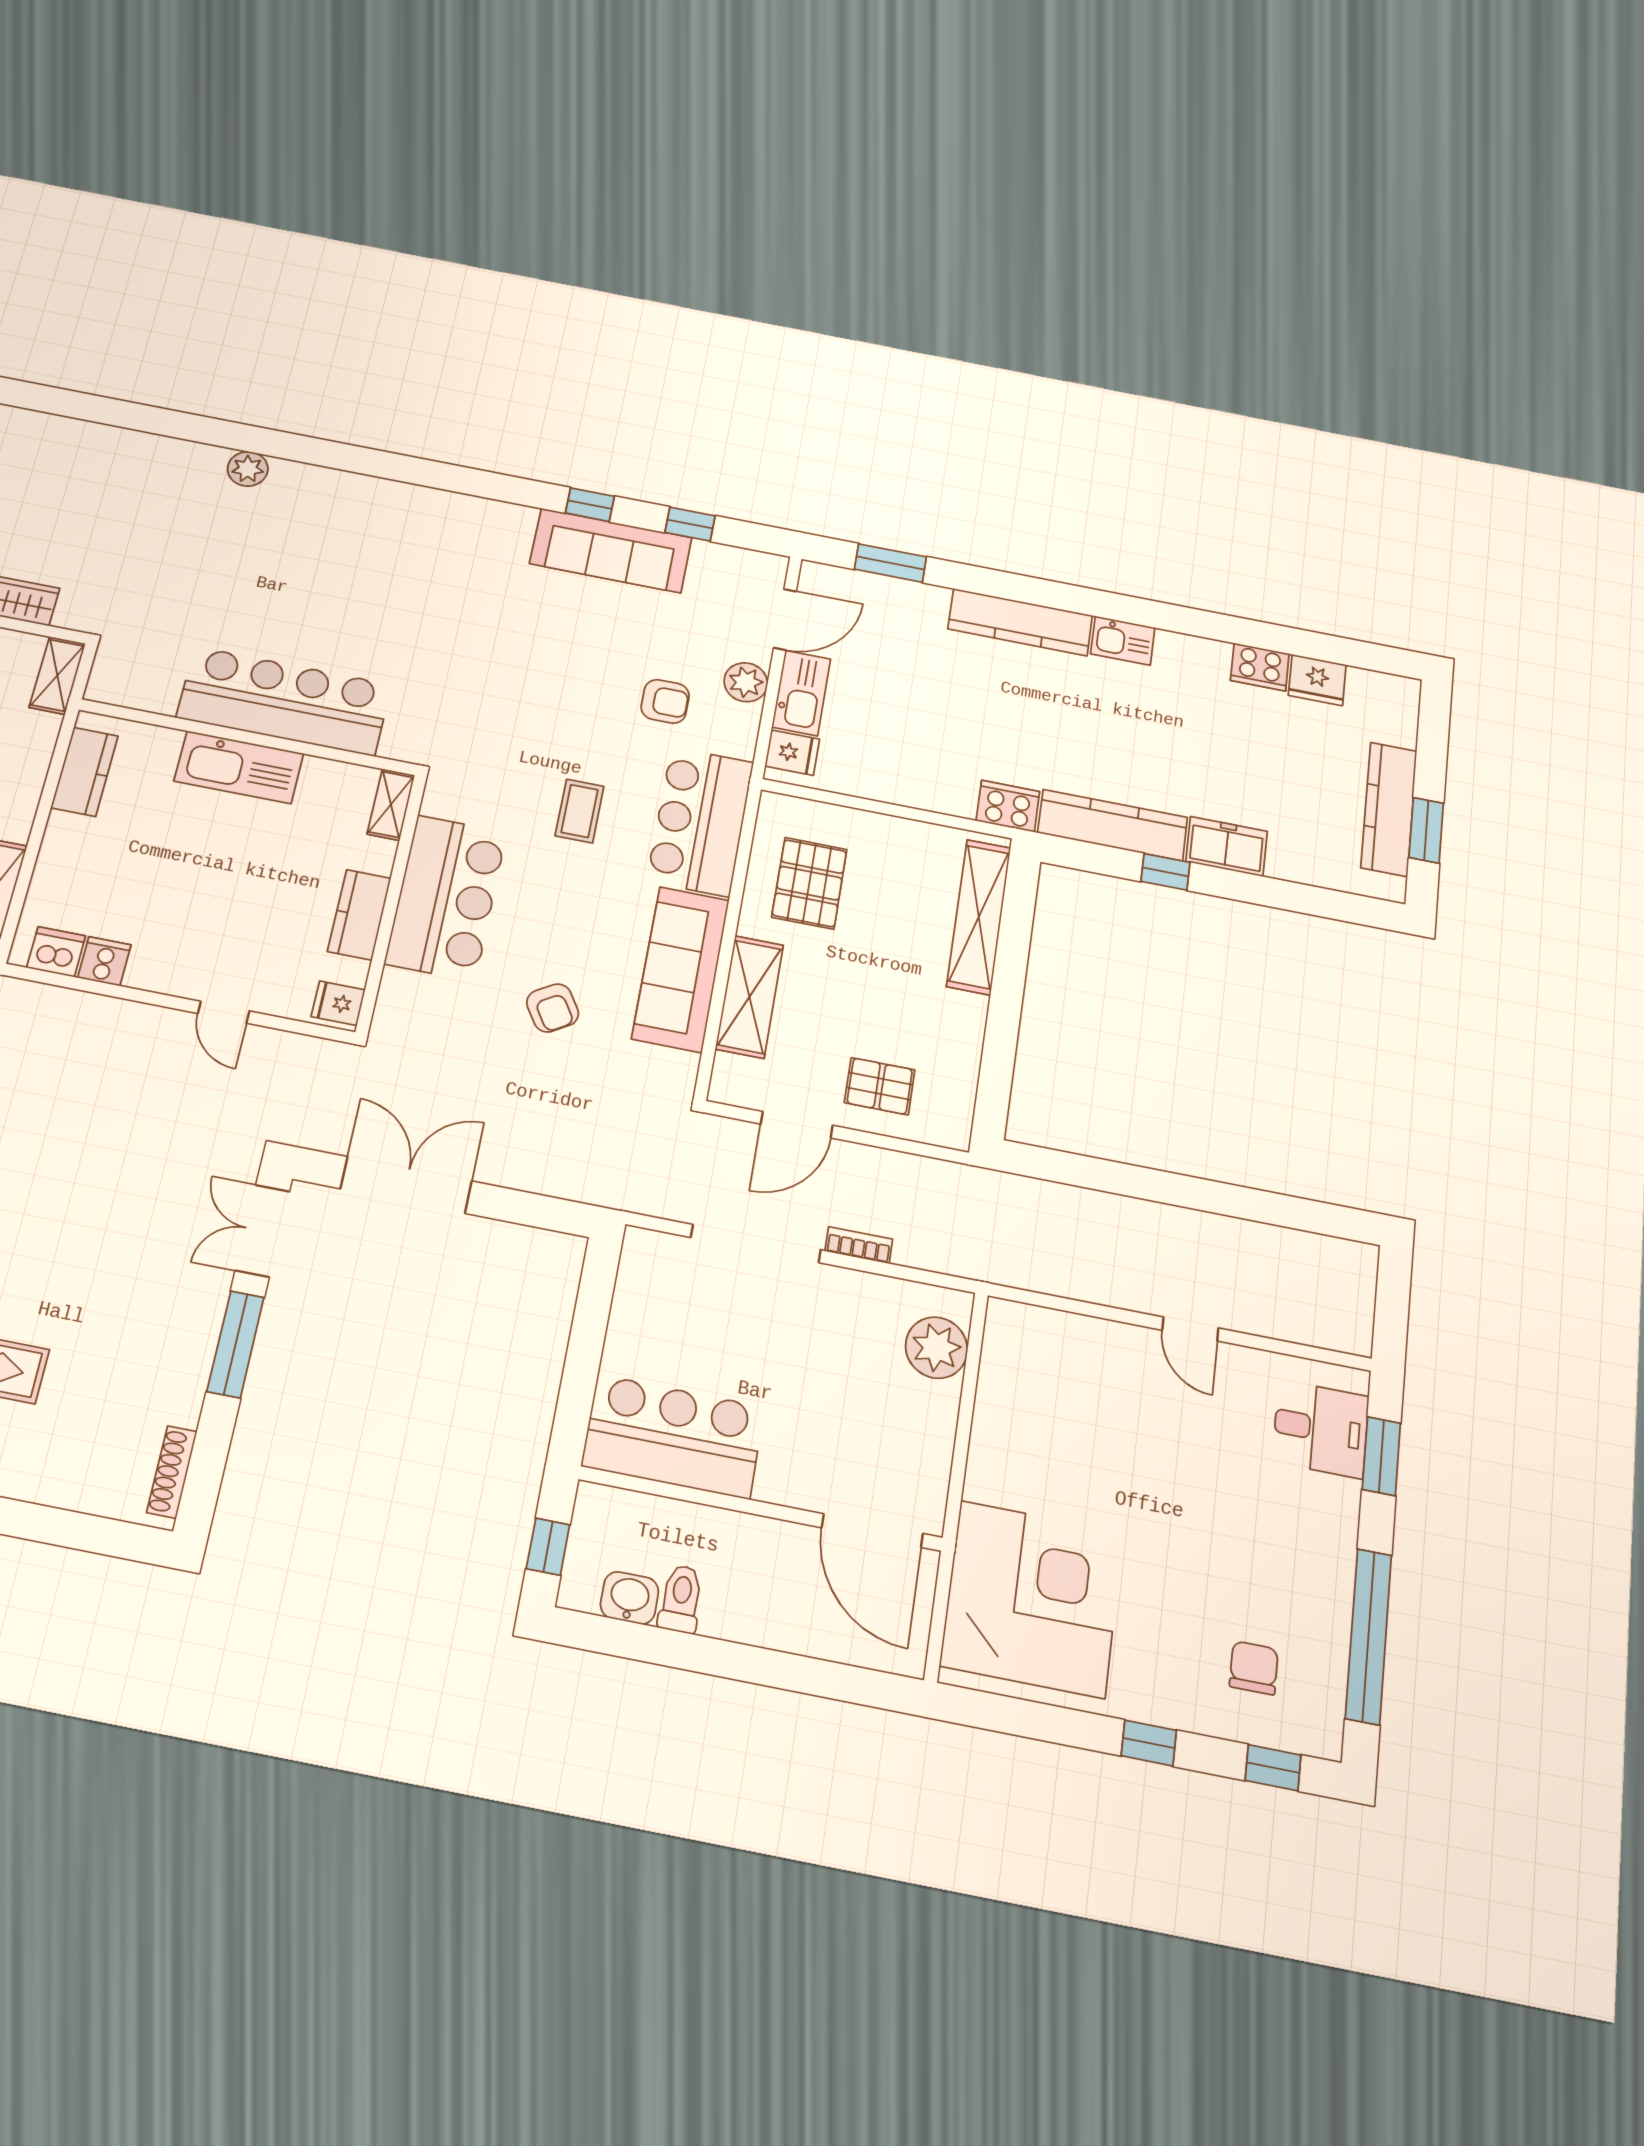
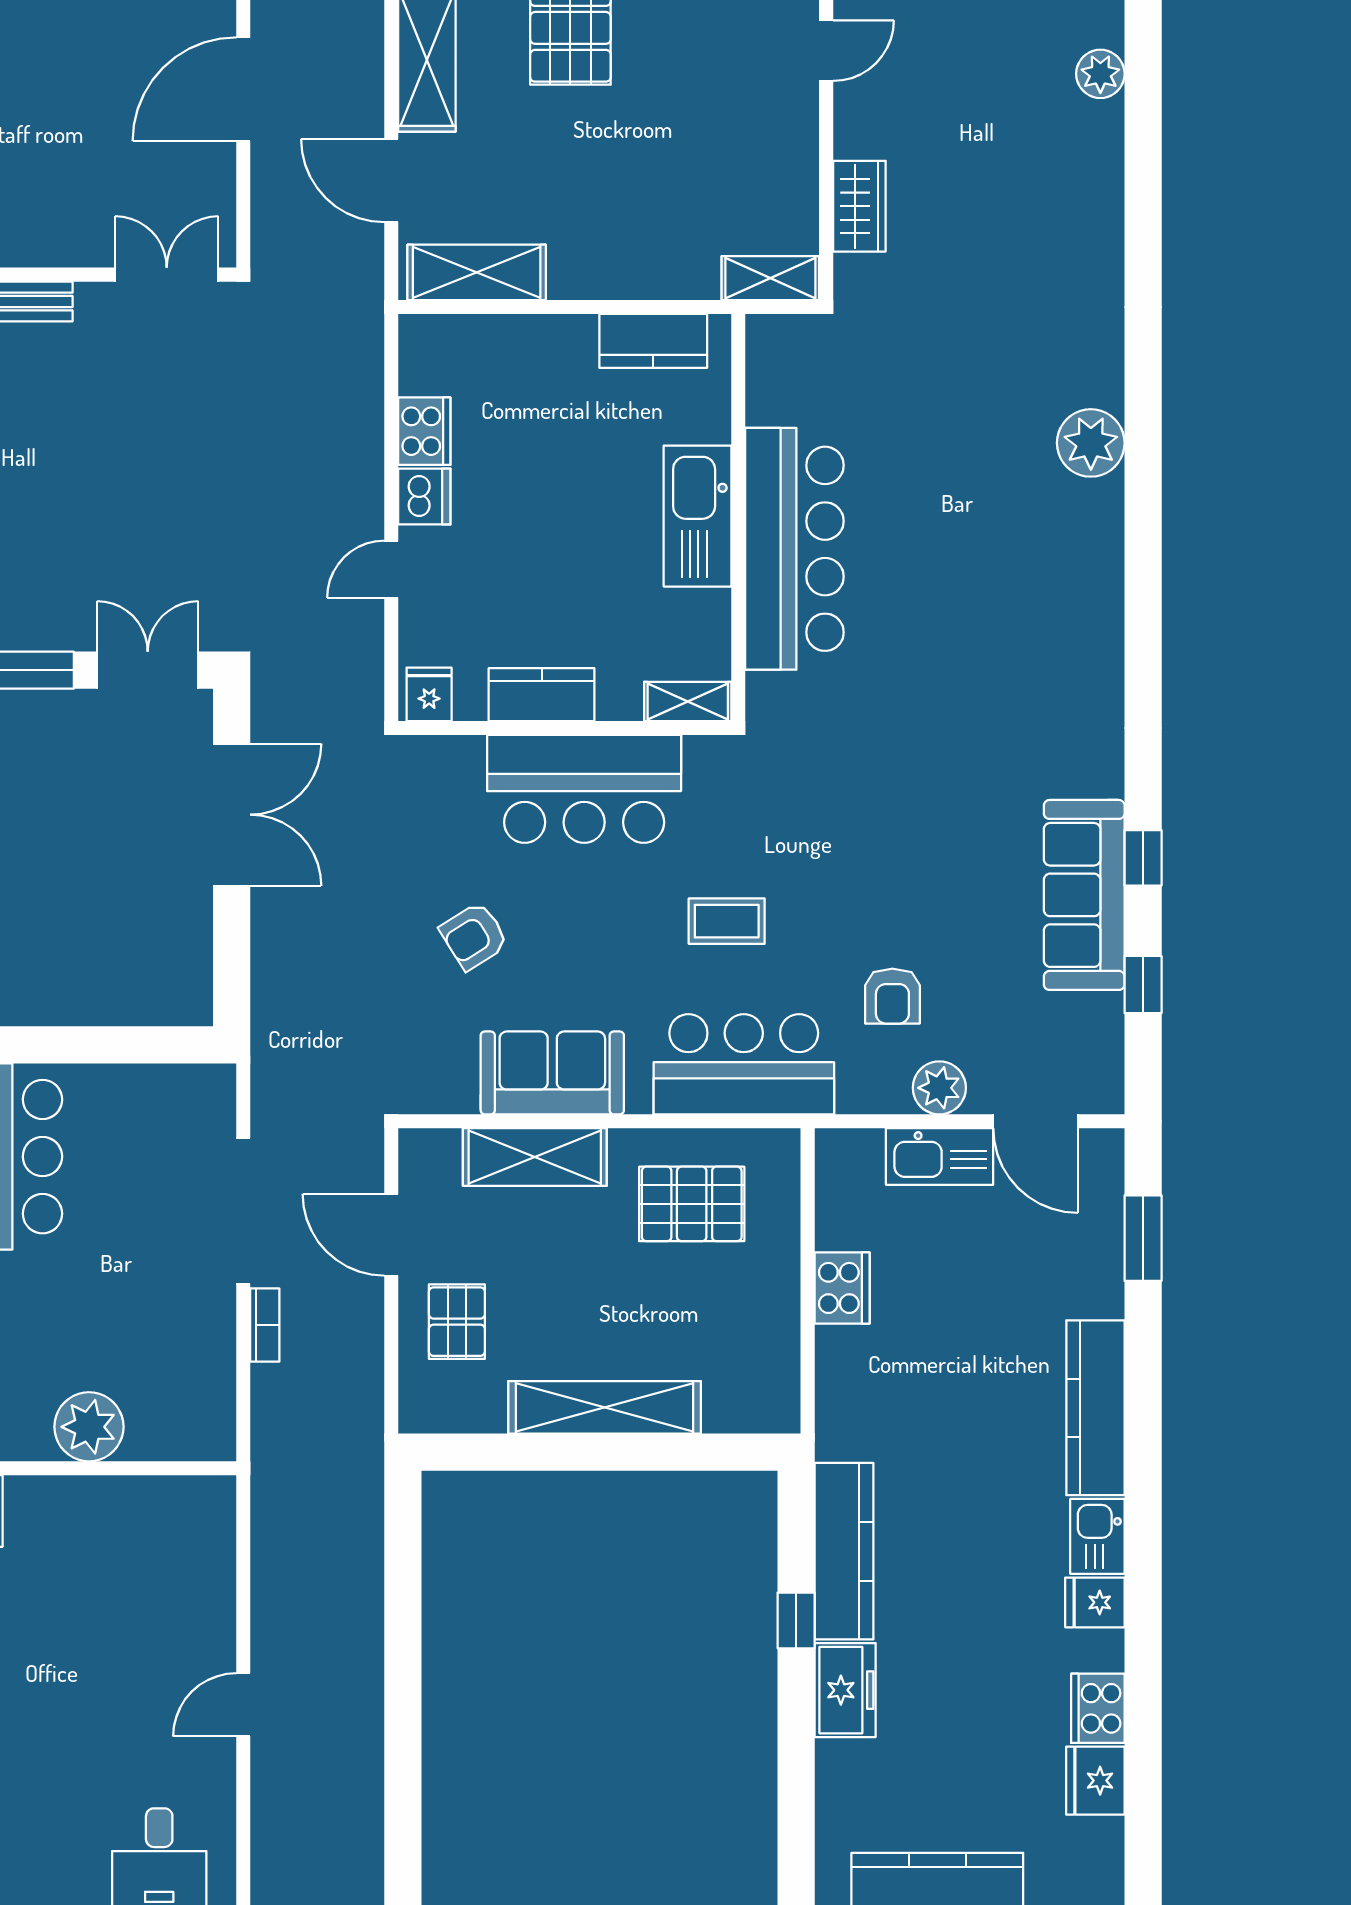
plant: (248, 469) -> (1091, 443), width x1.36, depth x1.36
fridge: (792, 753) -> (1095, 1602), moved, turned 90
cooker: (1008, 806) -> (842, 1288), moved
shelving: (979, 917) -> (605, 1407), moved
dishwasher: (56, 952) -> (424, 497), moved
cooker: (104, 961) -> (424, 431), width x1.36
sofa: (681, 969) -> (552, 1073), width x0.73
plant: (936, 1348) -> (89, 1427), moved

